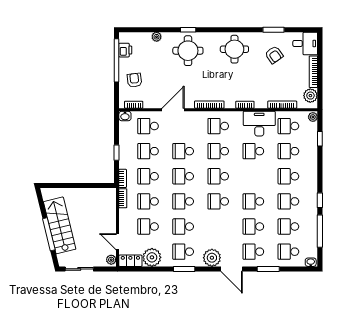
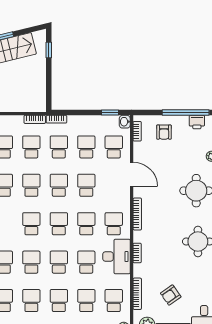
armchair: (274, 55) -> (171, 295), moved
armchair: (134, 80) -> (164, 132), turned 97
desk: (259, 124) -> (116, 257), moved
window: (117, 153) -> (110, 113), moved
school desk: (253, 176) -> (59, 262), added
window: (59, 185) -> (49, 50), added

